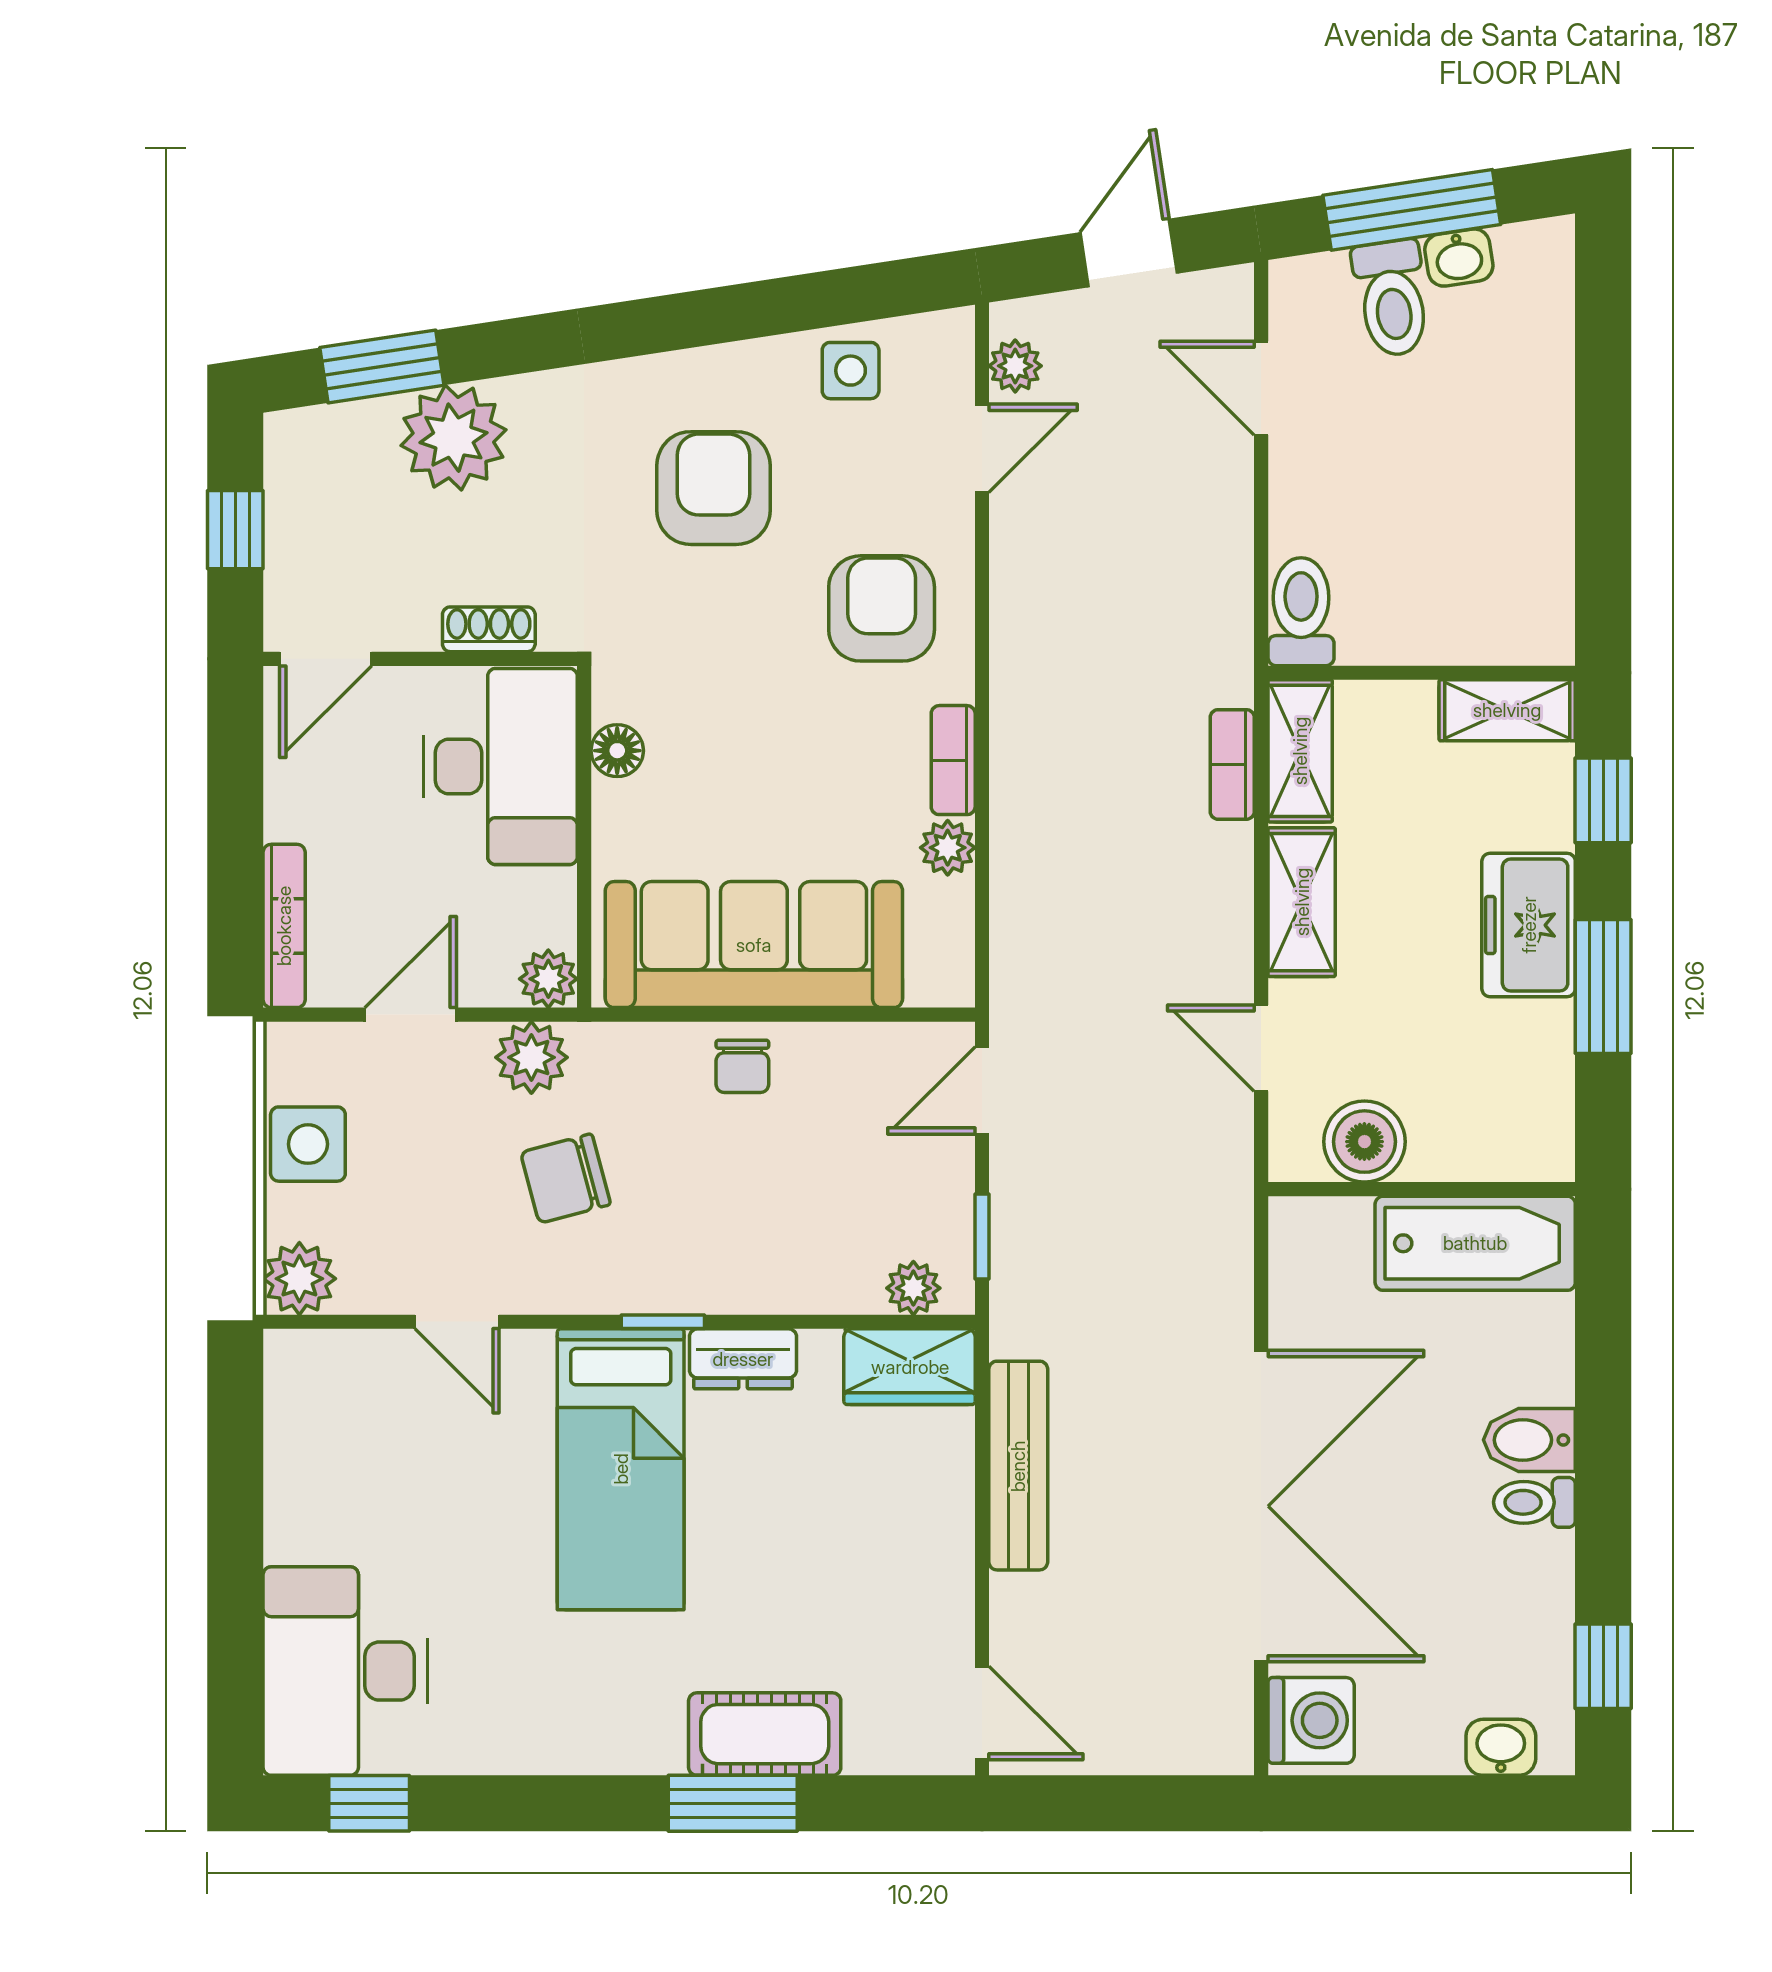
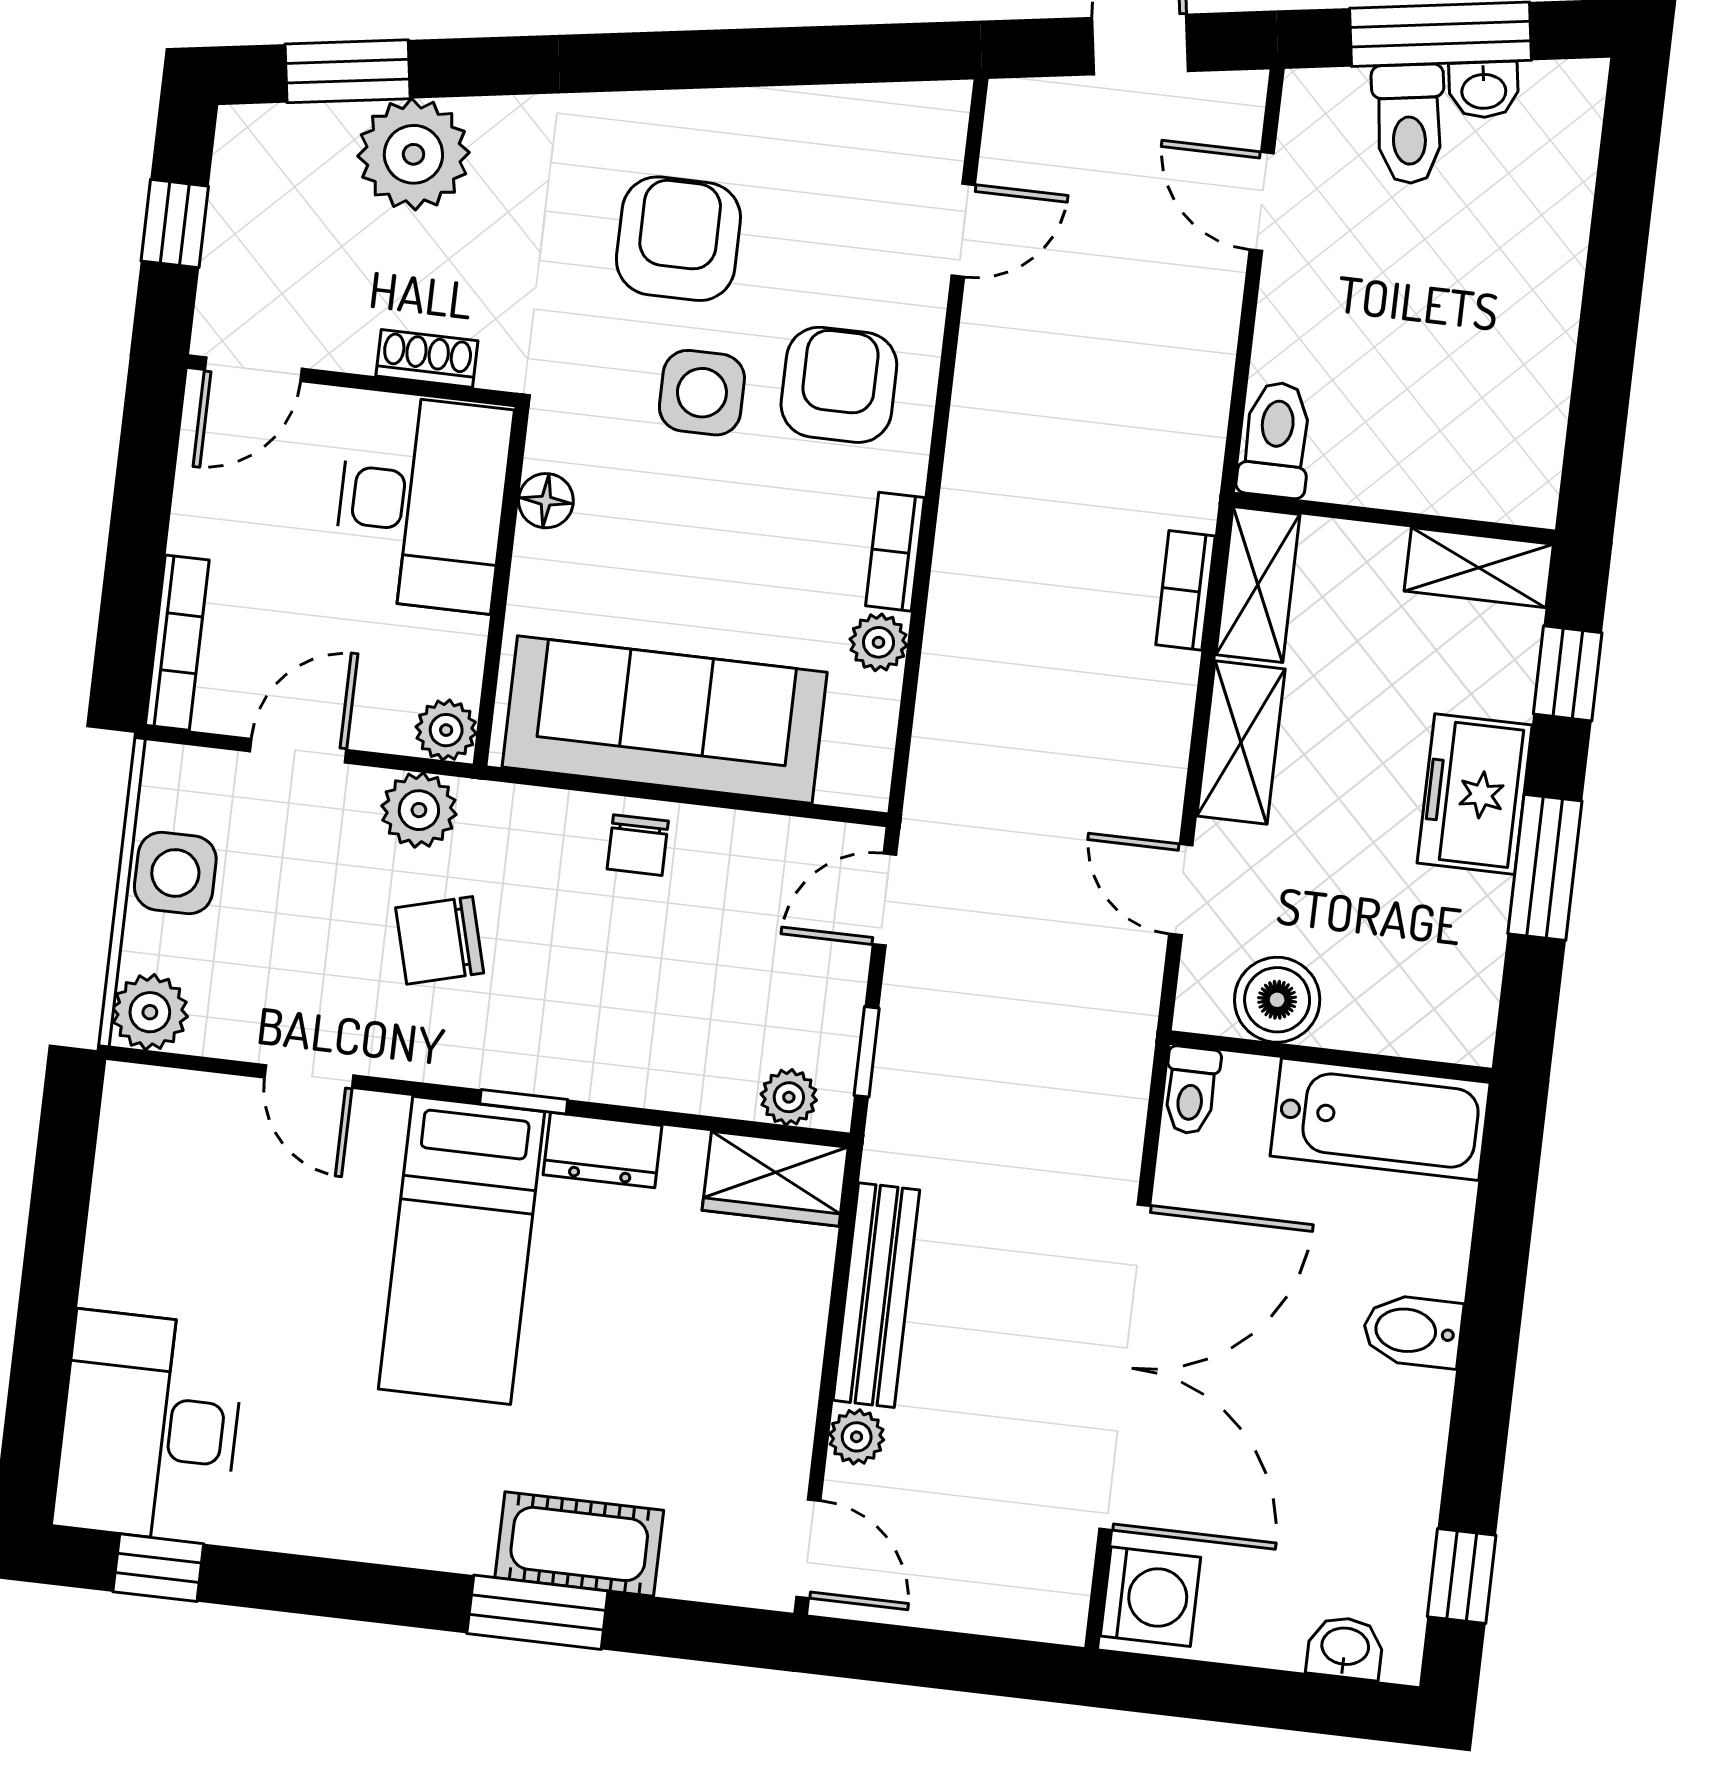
plant: (1015, 366) -> (857, 1437), moved
side table: (851, 371) -> (702, 393), moved, width x1.37, depth x1.37
toilet: (1534, 1502) -> (1191, 1090), moved, turned -90

